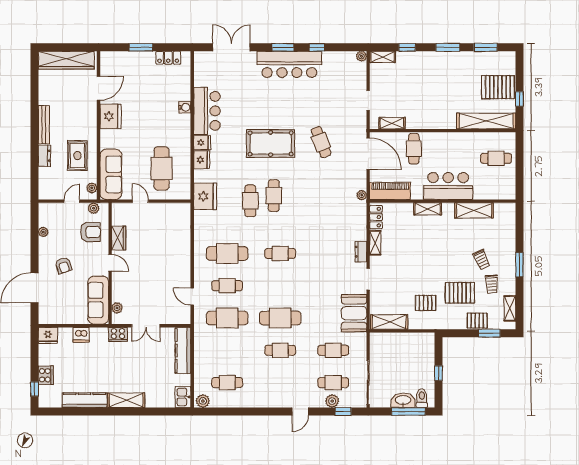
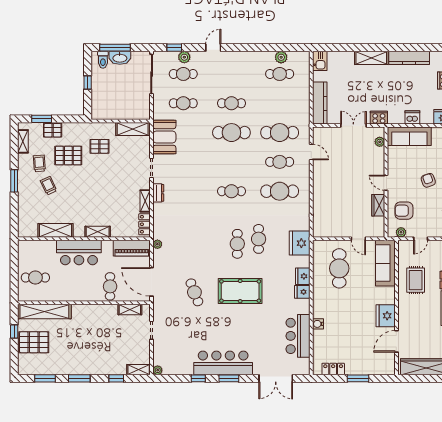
bar counter: (207, 111) -> (298, 336), moved
plant: (92, 188) -> (403, 251), removed
sofa: (98, 300) -> (409, 136), moved, turned 90
plant: (203, 401) -> (281, 57), moved

